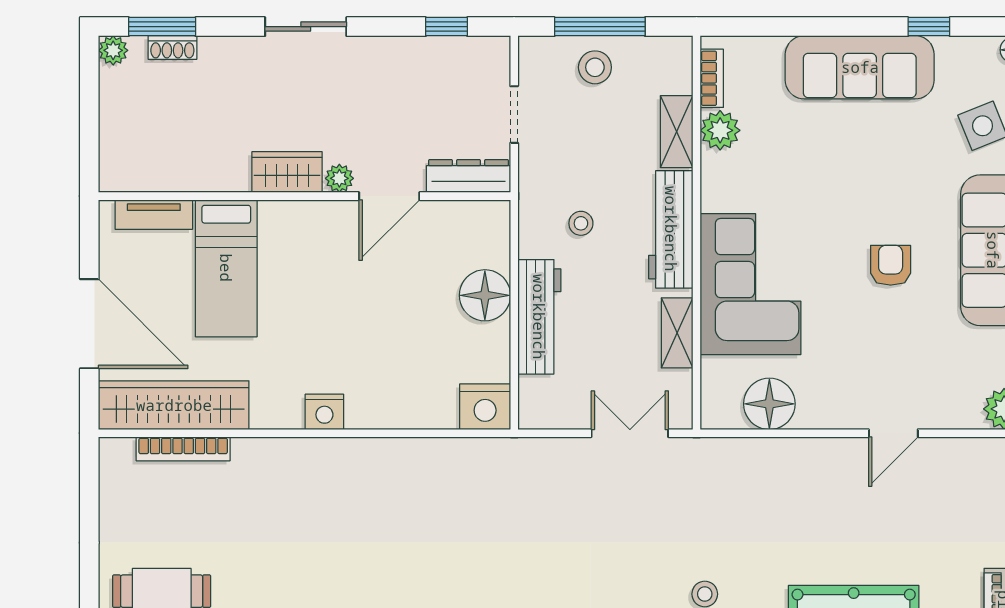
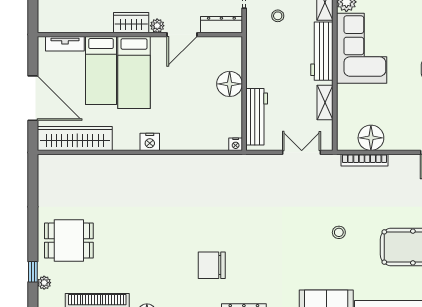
stool: (581, 223) -> (278, 16), moved
bed: (293, 272) -> (134, 72), added
corner sofa: (751, 284) -> (362, 48), moved
workbench: (539, 317) -> (257, 117), moved
nightstand: (485, 407) -> (236, 144), width x0.53, depth x0.56
bookcase: (183, 449) -> (365, 160), moved

